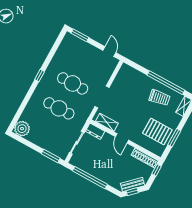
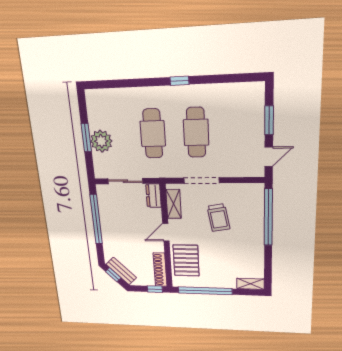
window: (80, 35) -> (269, 120), moved
window: (166, 83) -> (268, 217), moved
trolley: (160, 98) -> (218, 218), moved
plant: (22, 129) -> (101, 141), moved
pallet: (157, 131) -> (186, 260), moved
window: (174, 138) -> (205, 291), width x2.11
window: (51, 156) -> (86, 138), moved

